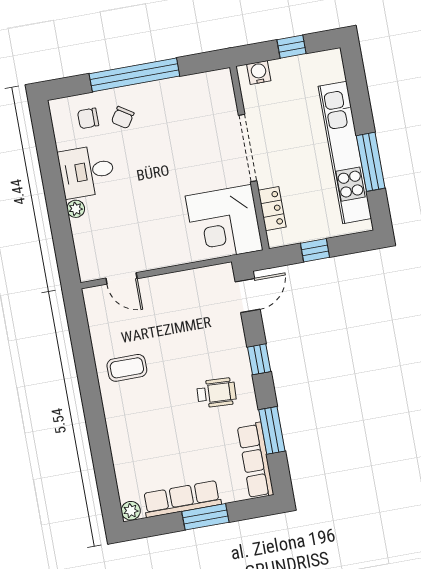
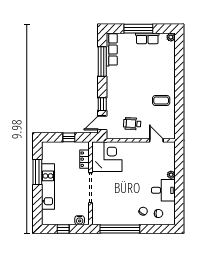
window: (134, 75) -> (120, 229), moved
kitchen unit: (345, 152) -> (48, 186), width x0.73
window: (259, 359) -> (102, 104), moved
wheelchair: (216, 393) -> (132, 124), moved
window: (272, 430) -> (102, 61), width x1.44
row of seats: (182, 499) -> (147, 38), width x0.68
window: (205, 517) -> (138, 29), width x1.44

